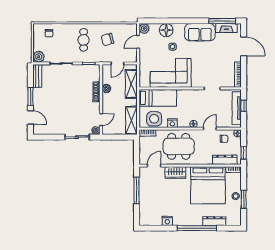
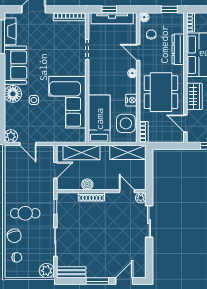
floor lamp: (166, 30) -> (13, 94), moved
chair: (107, 40) -> (14, 236), moved
door: (117, 63) -> (55, 170), hinge flipped
dresser: (225, 160) -> (178, 49), moved

